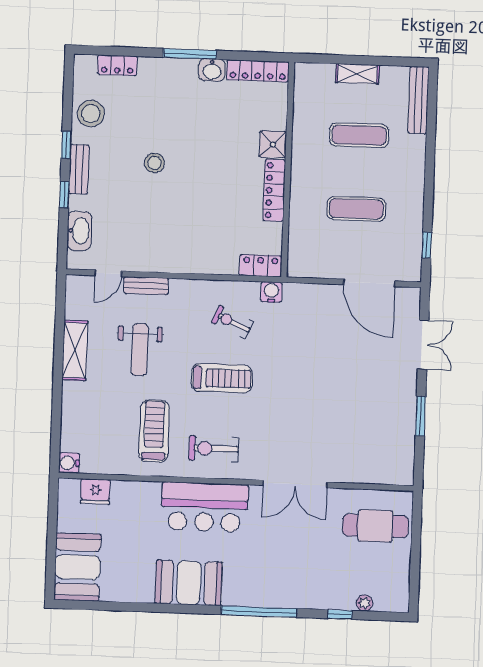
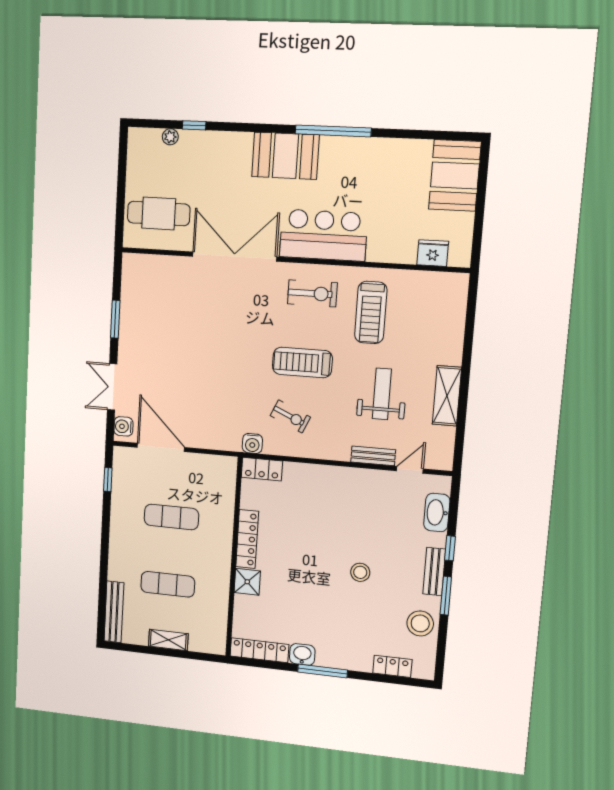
window: (66, 145) -> (446, 596), width x1.50
water cooler: (69, 463) -> (123, 426), moved, turned 180
double door: (295, 484) -> (234, 257), width x1.36
booth: (189, 583) -> (285, 156), moved
window: (259, 612) -> (333, 131), moved

